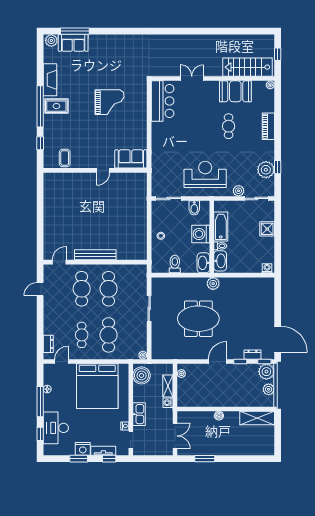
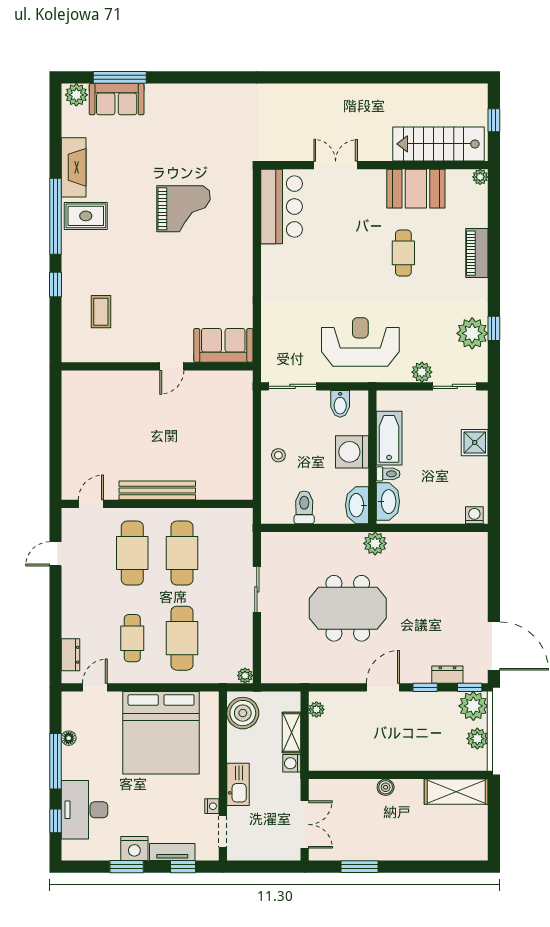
sofa: (131, 159) -> (223, 345), moved
wall: (95, 170) -> (157, 366), moved
door: (103, 170) -> (172, 366), moved

